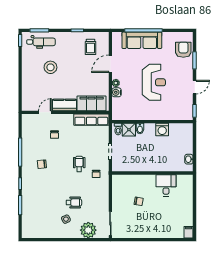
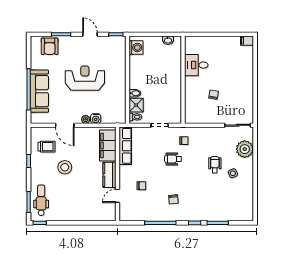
armchair: (183, 50) -> (50, 46), turned -90
stool: (50, 67) -> (65, 167), moved
door: (45, 112) -> (117, 196), hinge flipped
washing machine: (162, 130) -> (136, 48), moved

